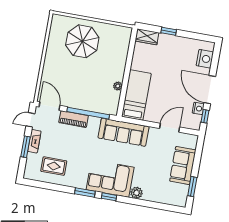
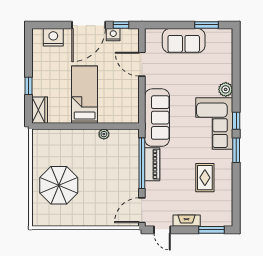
bed: (136, 95) -> (85, 95), moved, turned 90
piano: (74, 119) -> (152, 164), moved
window: (26, 147) -> (212, 230), moved
rug: (54, 166) -> (205, 178), moved

